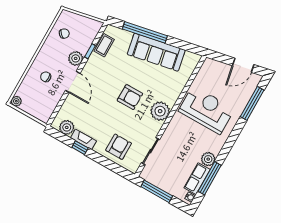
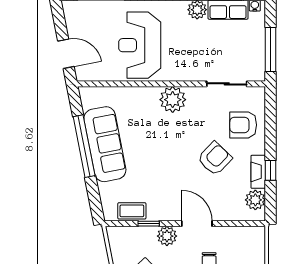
window: (145, 32) -> (84, 146), moved
door: (243, 65) -> (66, 54), moved
door: (73, 82) -> (197, 224), hinge flipped
armchair: (130, 97) -> (215, 159), moved, turned 44

